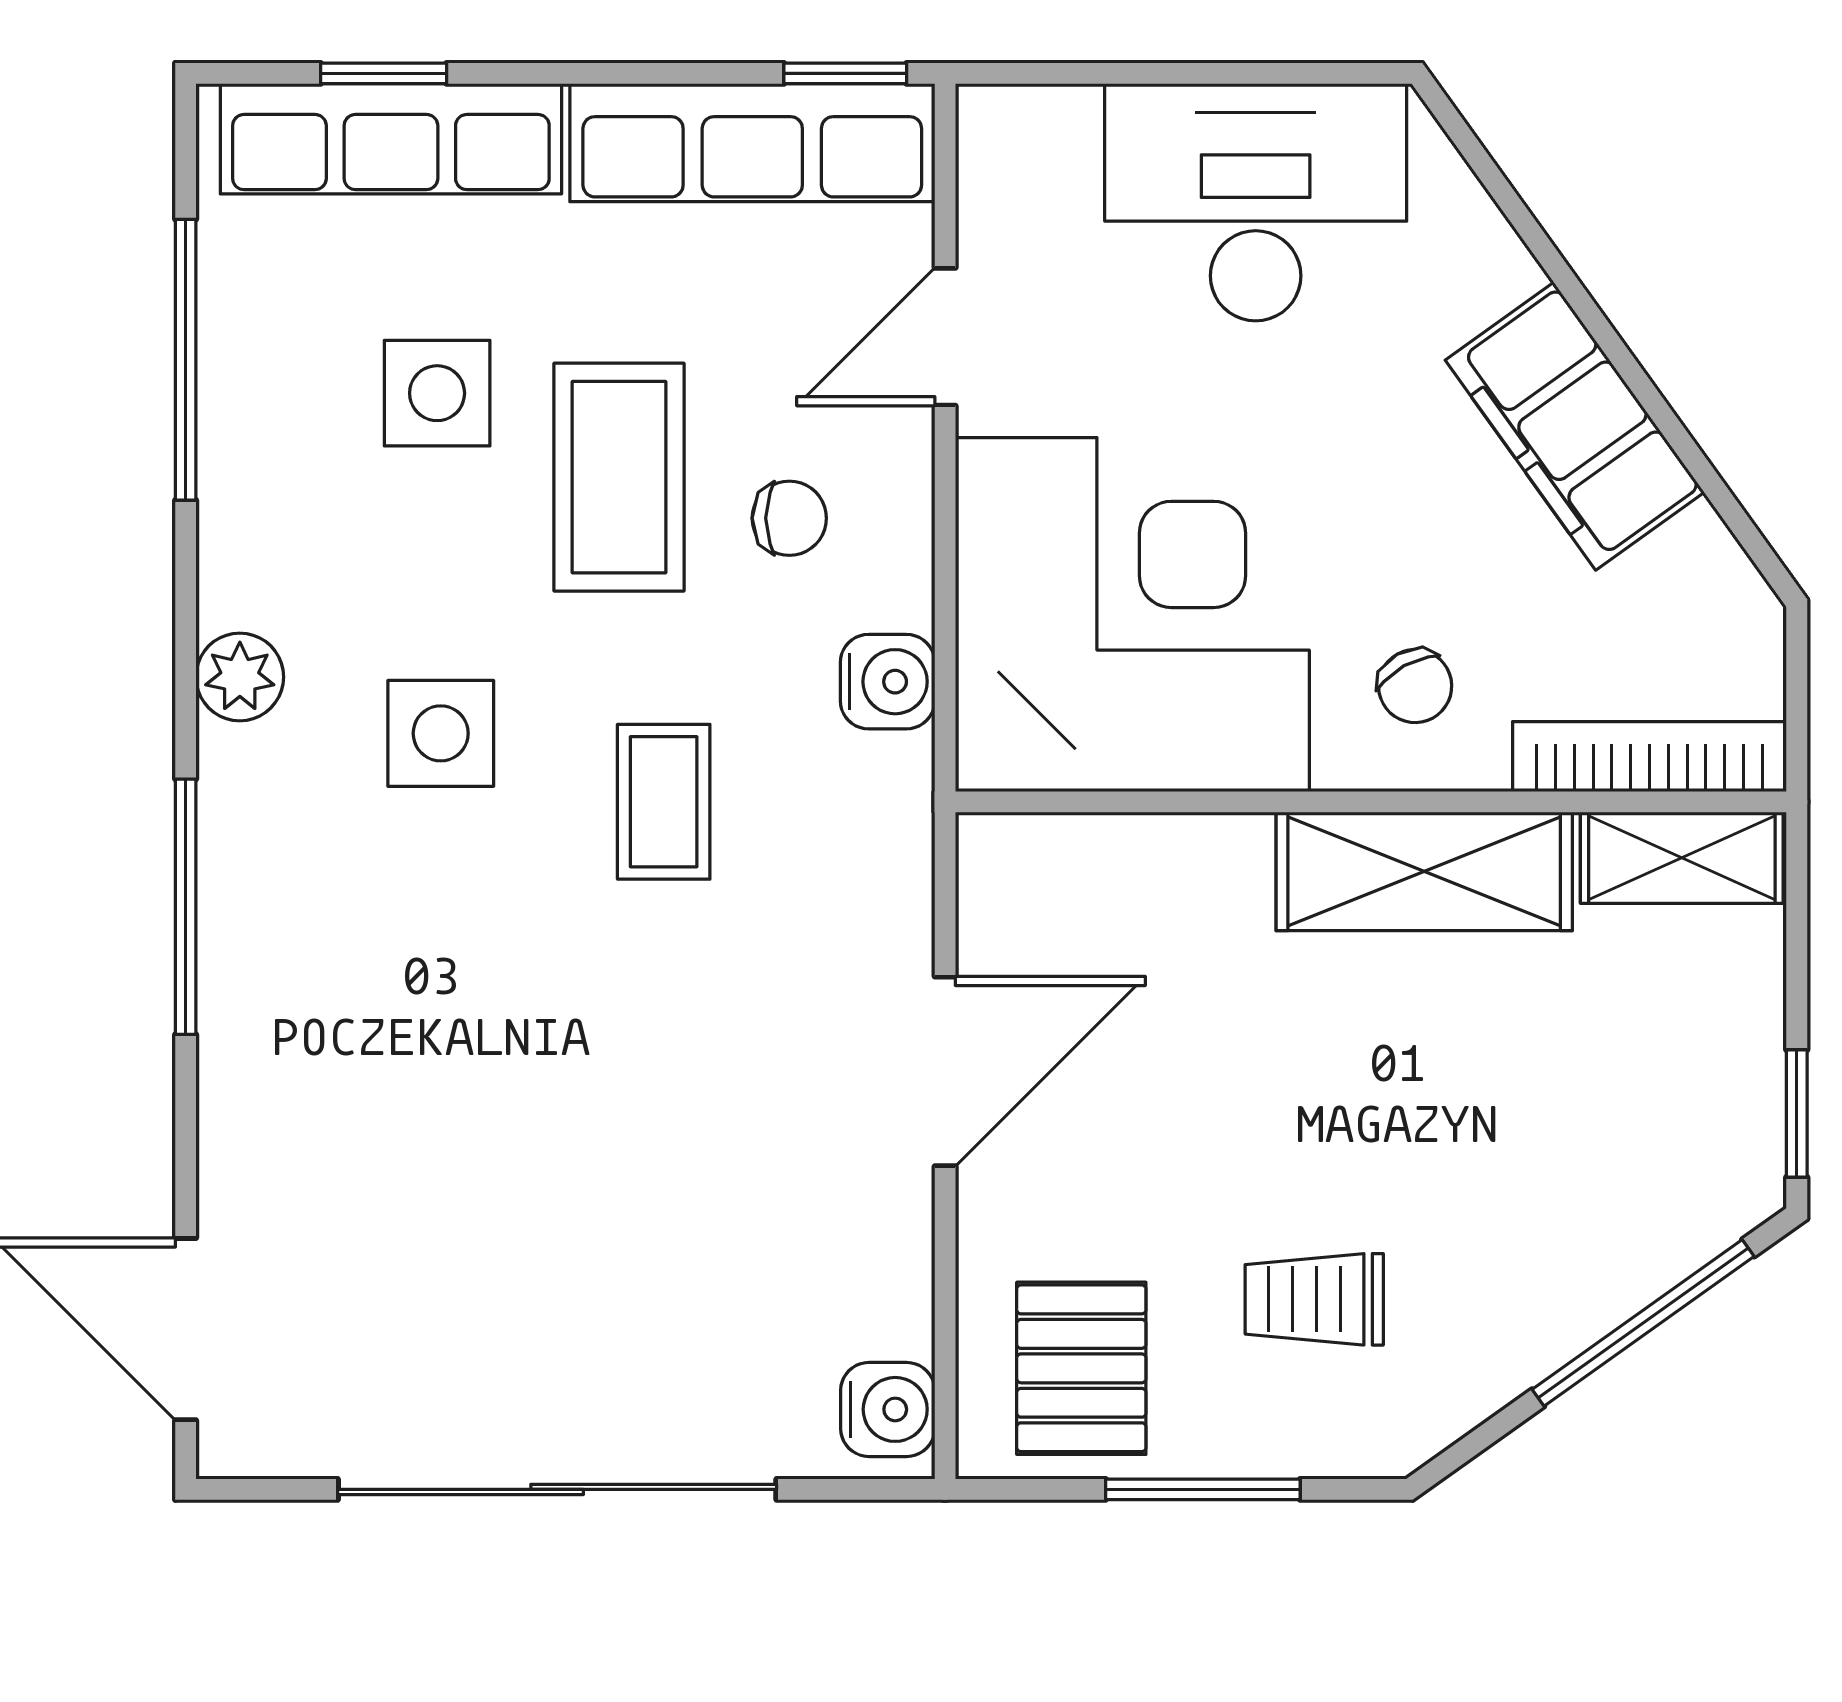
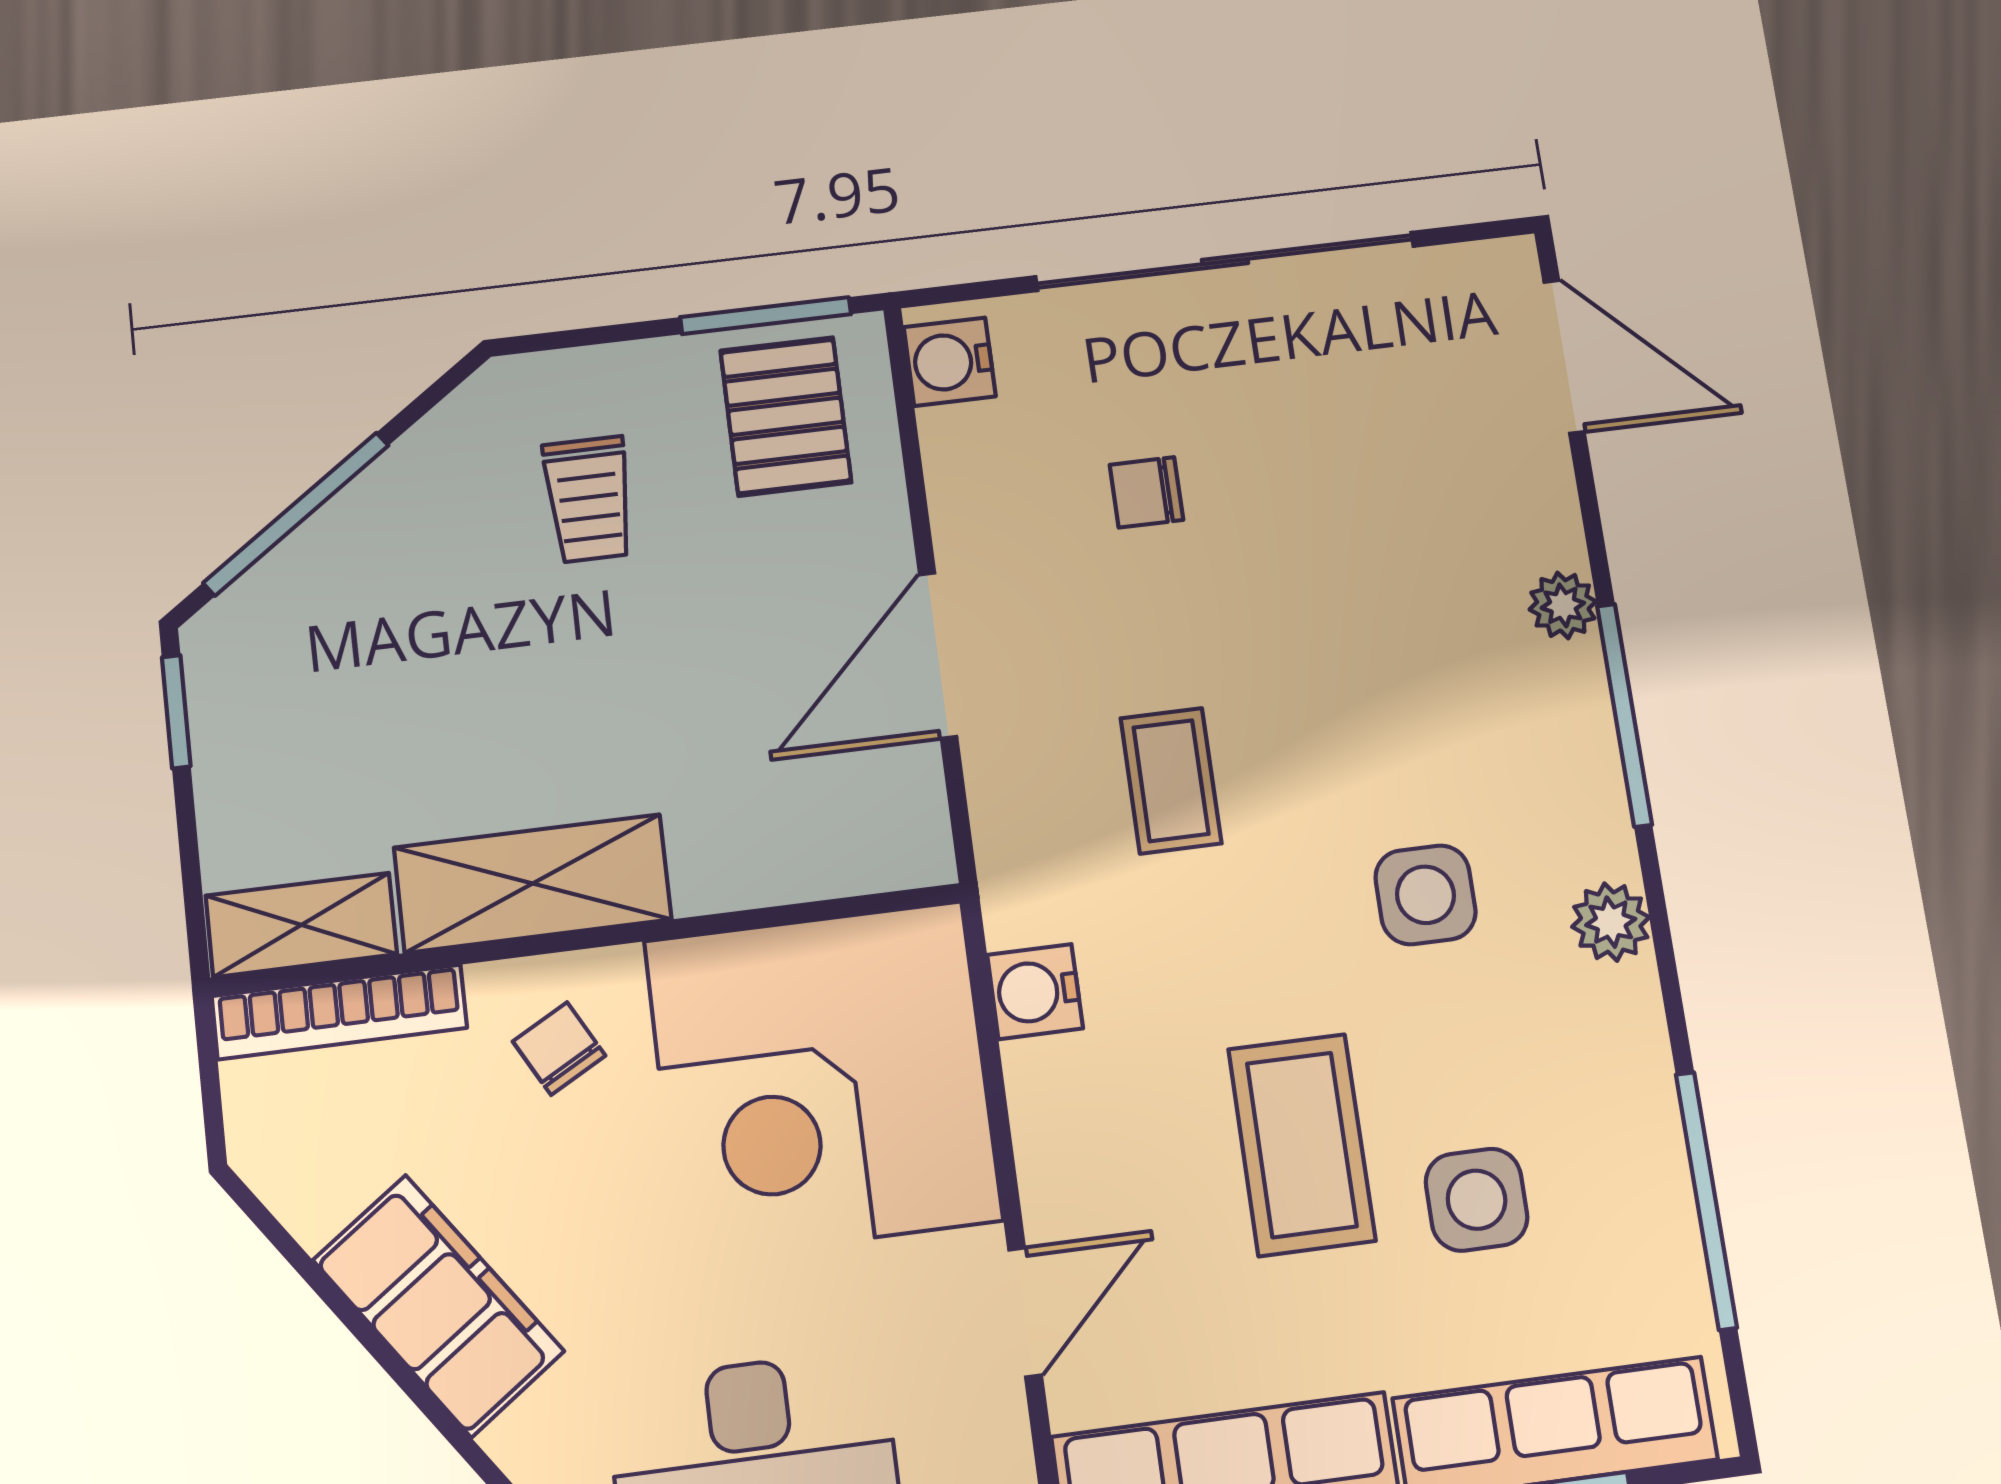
chair: (789, 518) -> (1146, 492), moved
coffee table: (664, 802) -> (1171, 781), moved
plant: (234, 1040) -> (1563, 605), added
trolley: (1314, 1299) -> (589, 499), turned 90
window: (1203, 1489) -> (766, 316), moved

